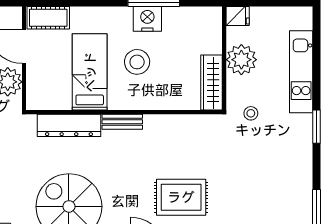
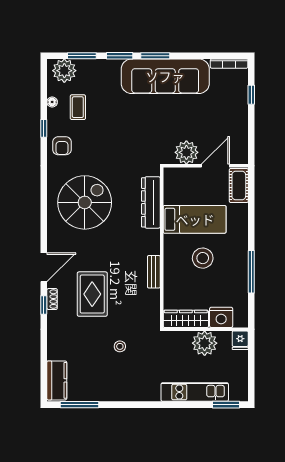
nightstand: (147, 19) -> (221, 317), moved, turned 90
stool: (251, 113) -> (120, 346), moved
bench: (122, 122) -> (154, 272), moved
window: (317, 127) -> (226, 405), moved

